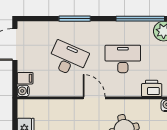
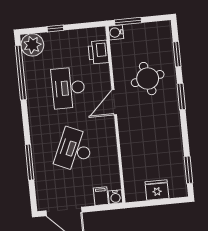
window: (75, 19) -> (30, 162), moved
door: (94, 98) -> (114, 102), moved

